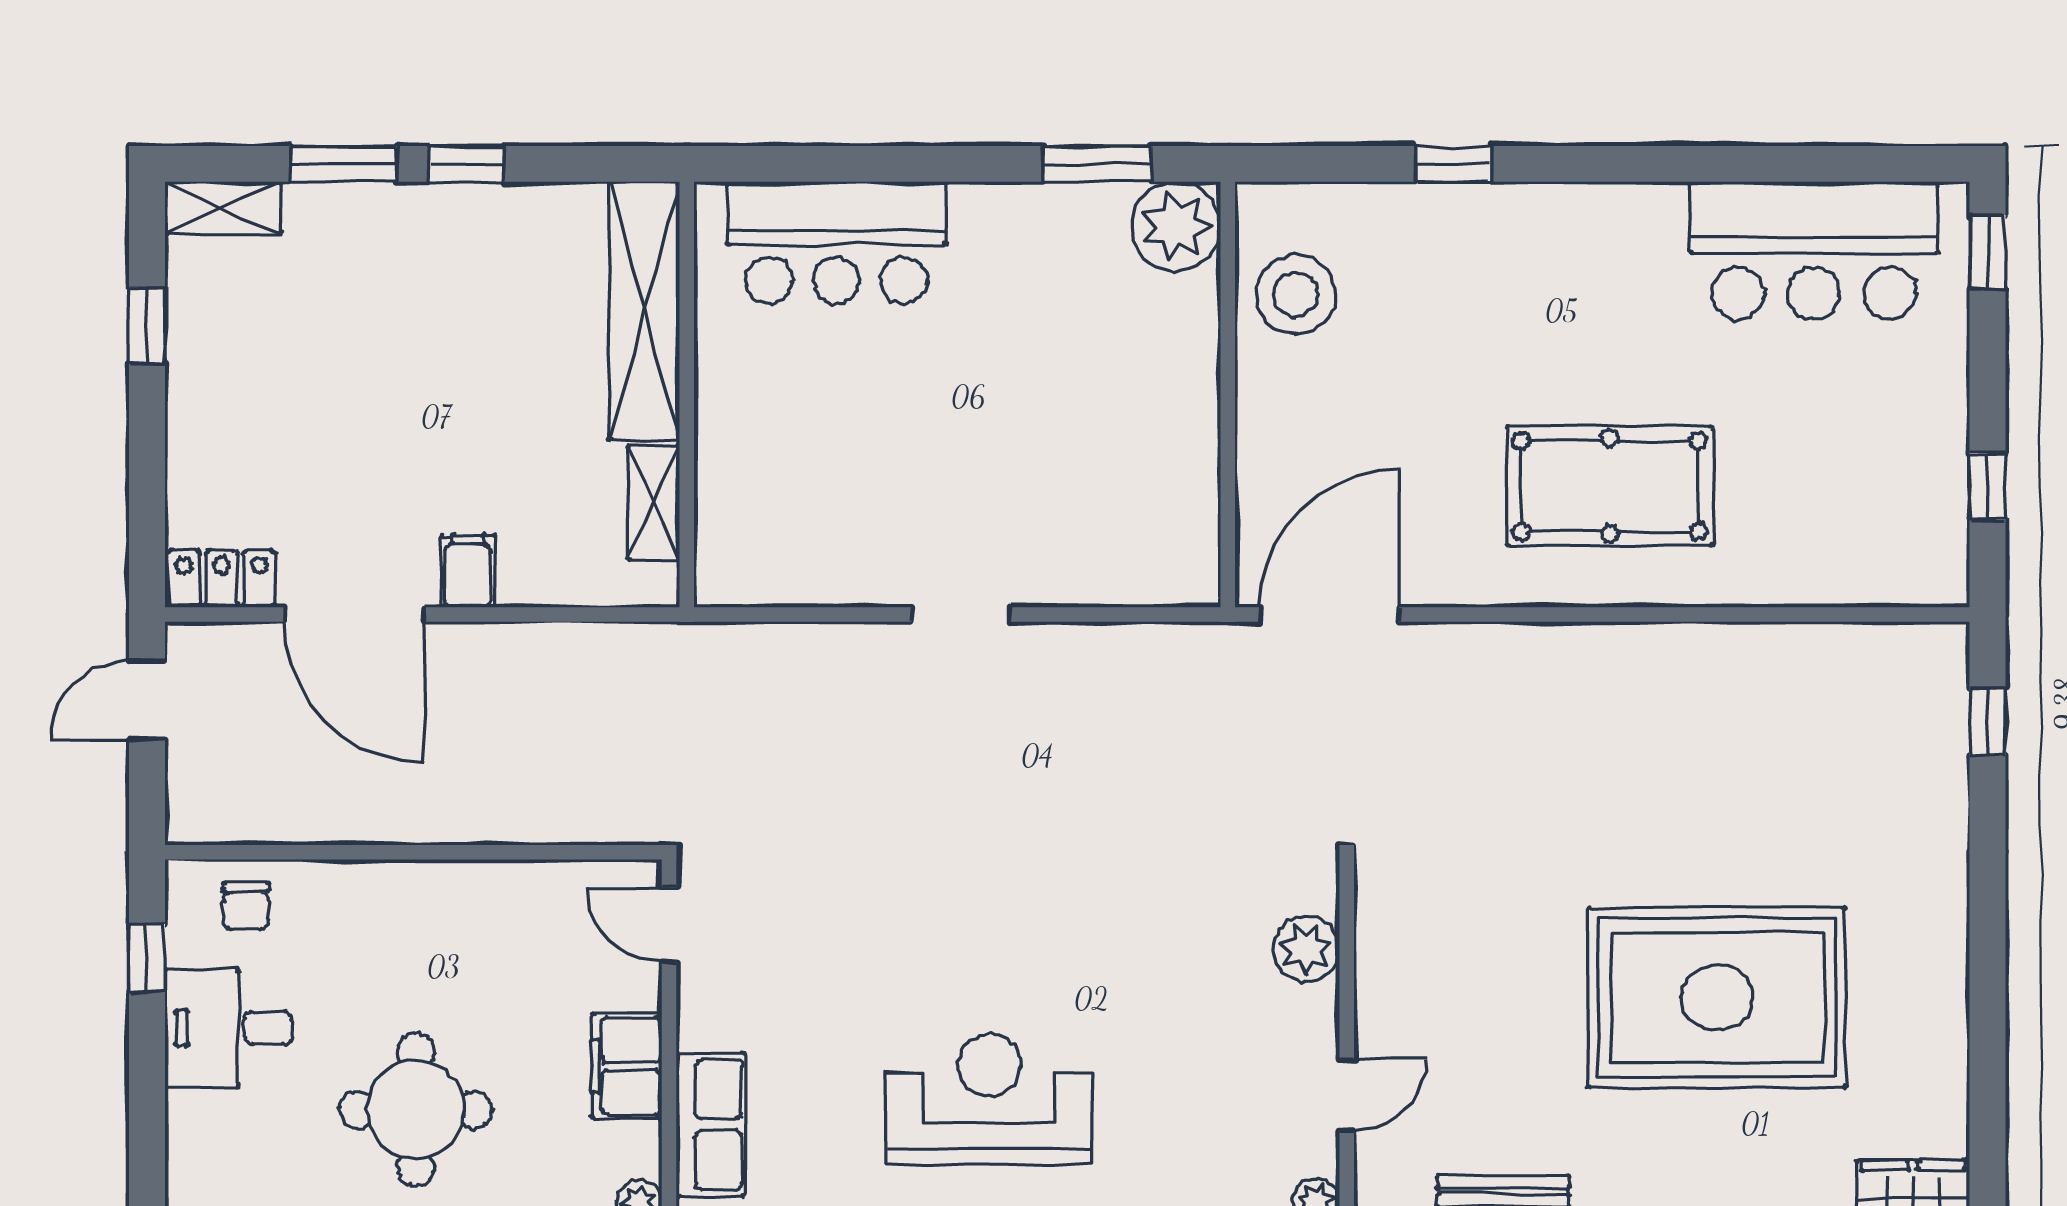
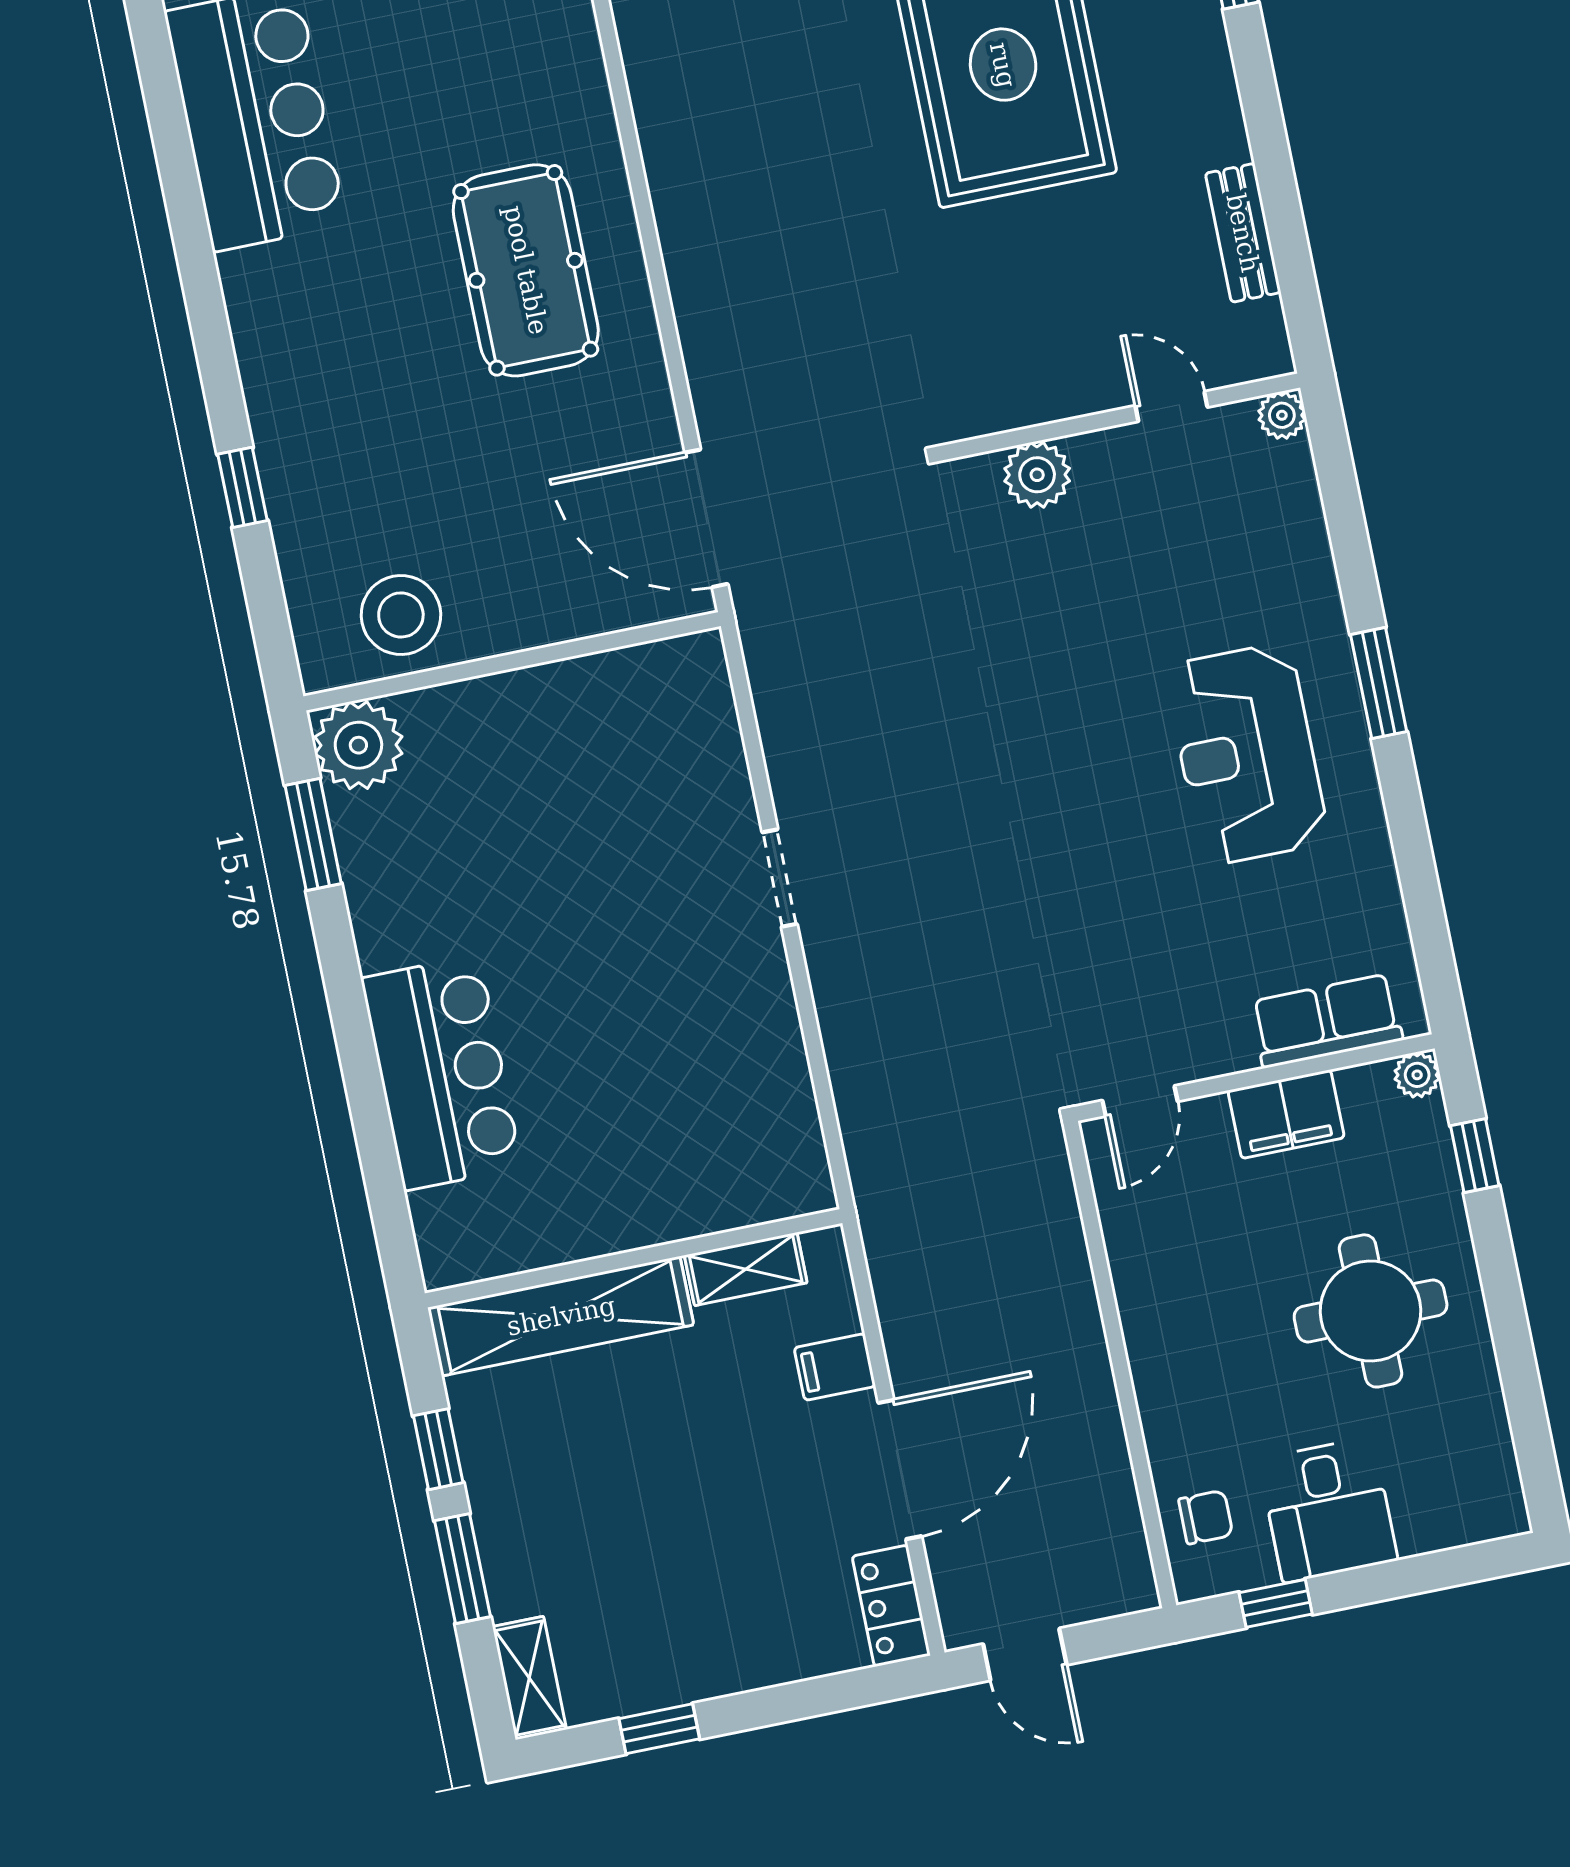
shelving: (644, 311) -> (561, 1316), moved
wall: (687, 395) -> (634, 1258), moved
shelving: (654, 503) -> (746, 1269), moved

